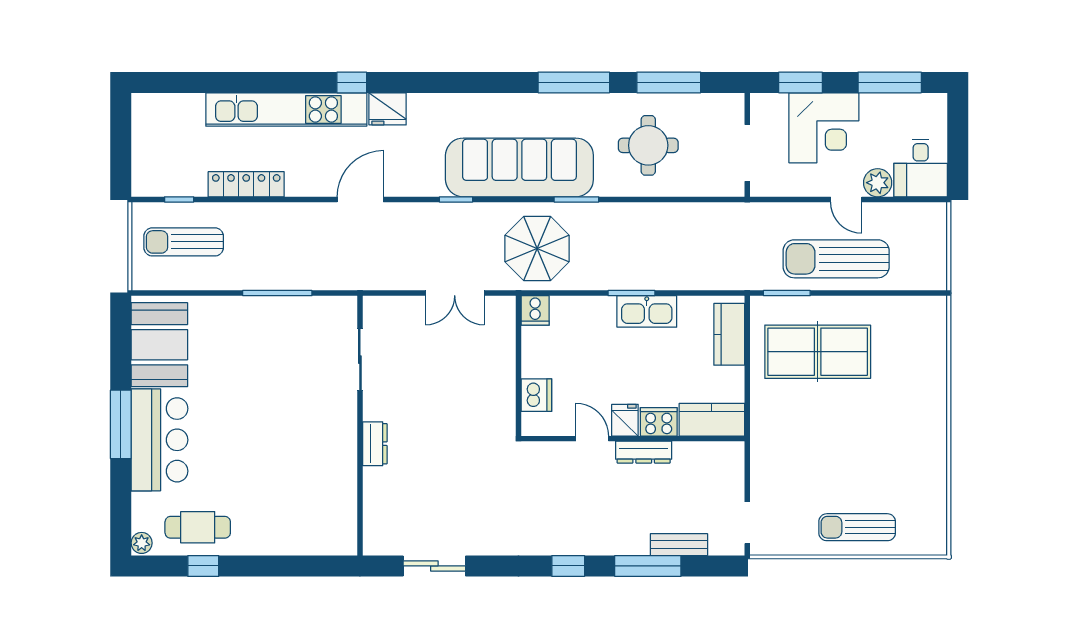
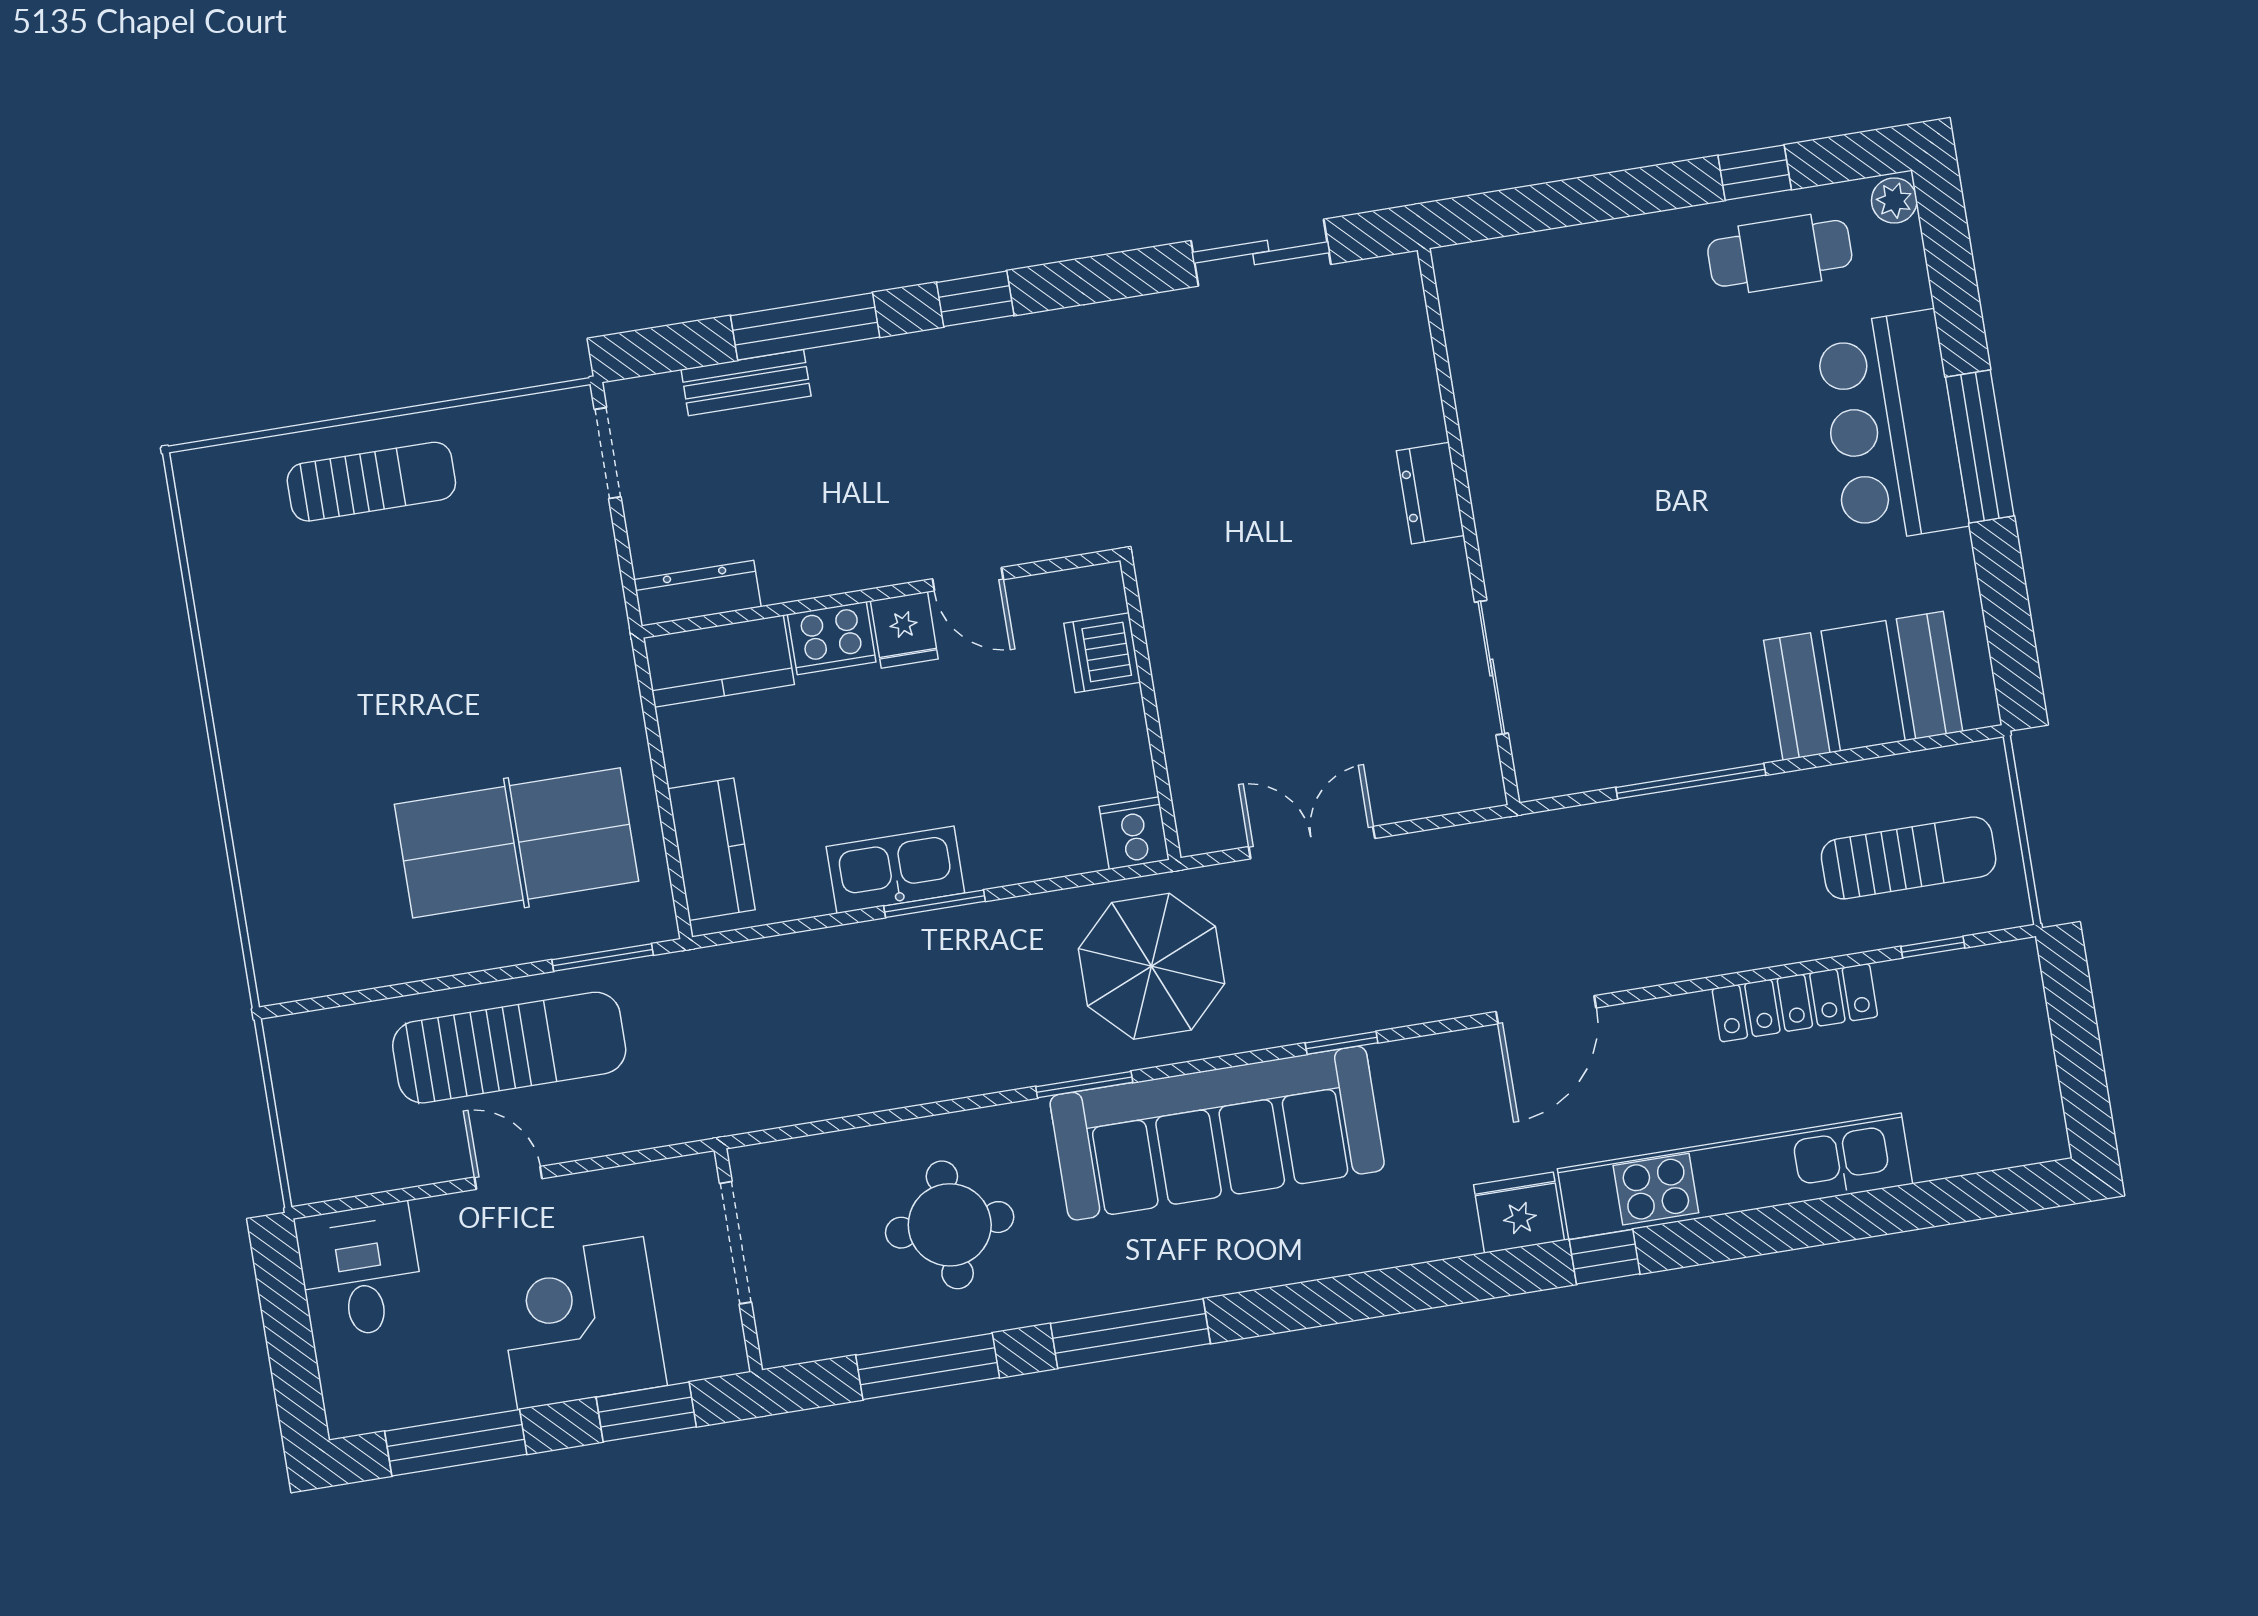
plant: (878, 183) -> (447, 1224), removed
booth: (159, 345) -> (1863, 686), moved, turned 90
dresser: (644, 452) -> (698, 593), moved

